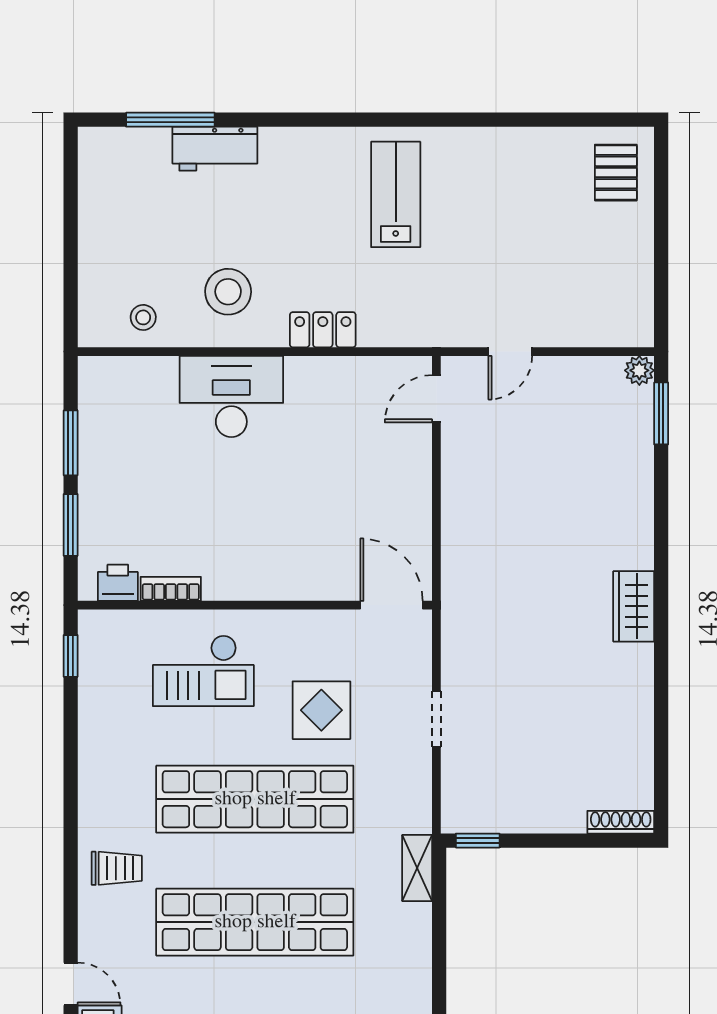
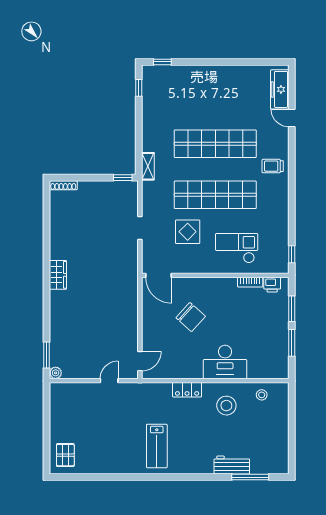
chair: (314, 505) -> (191, 317), added

